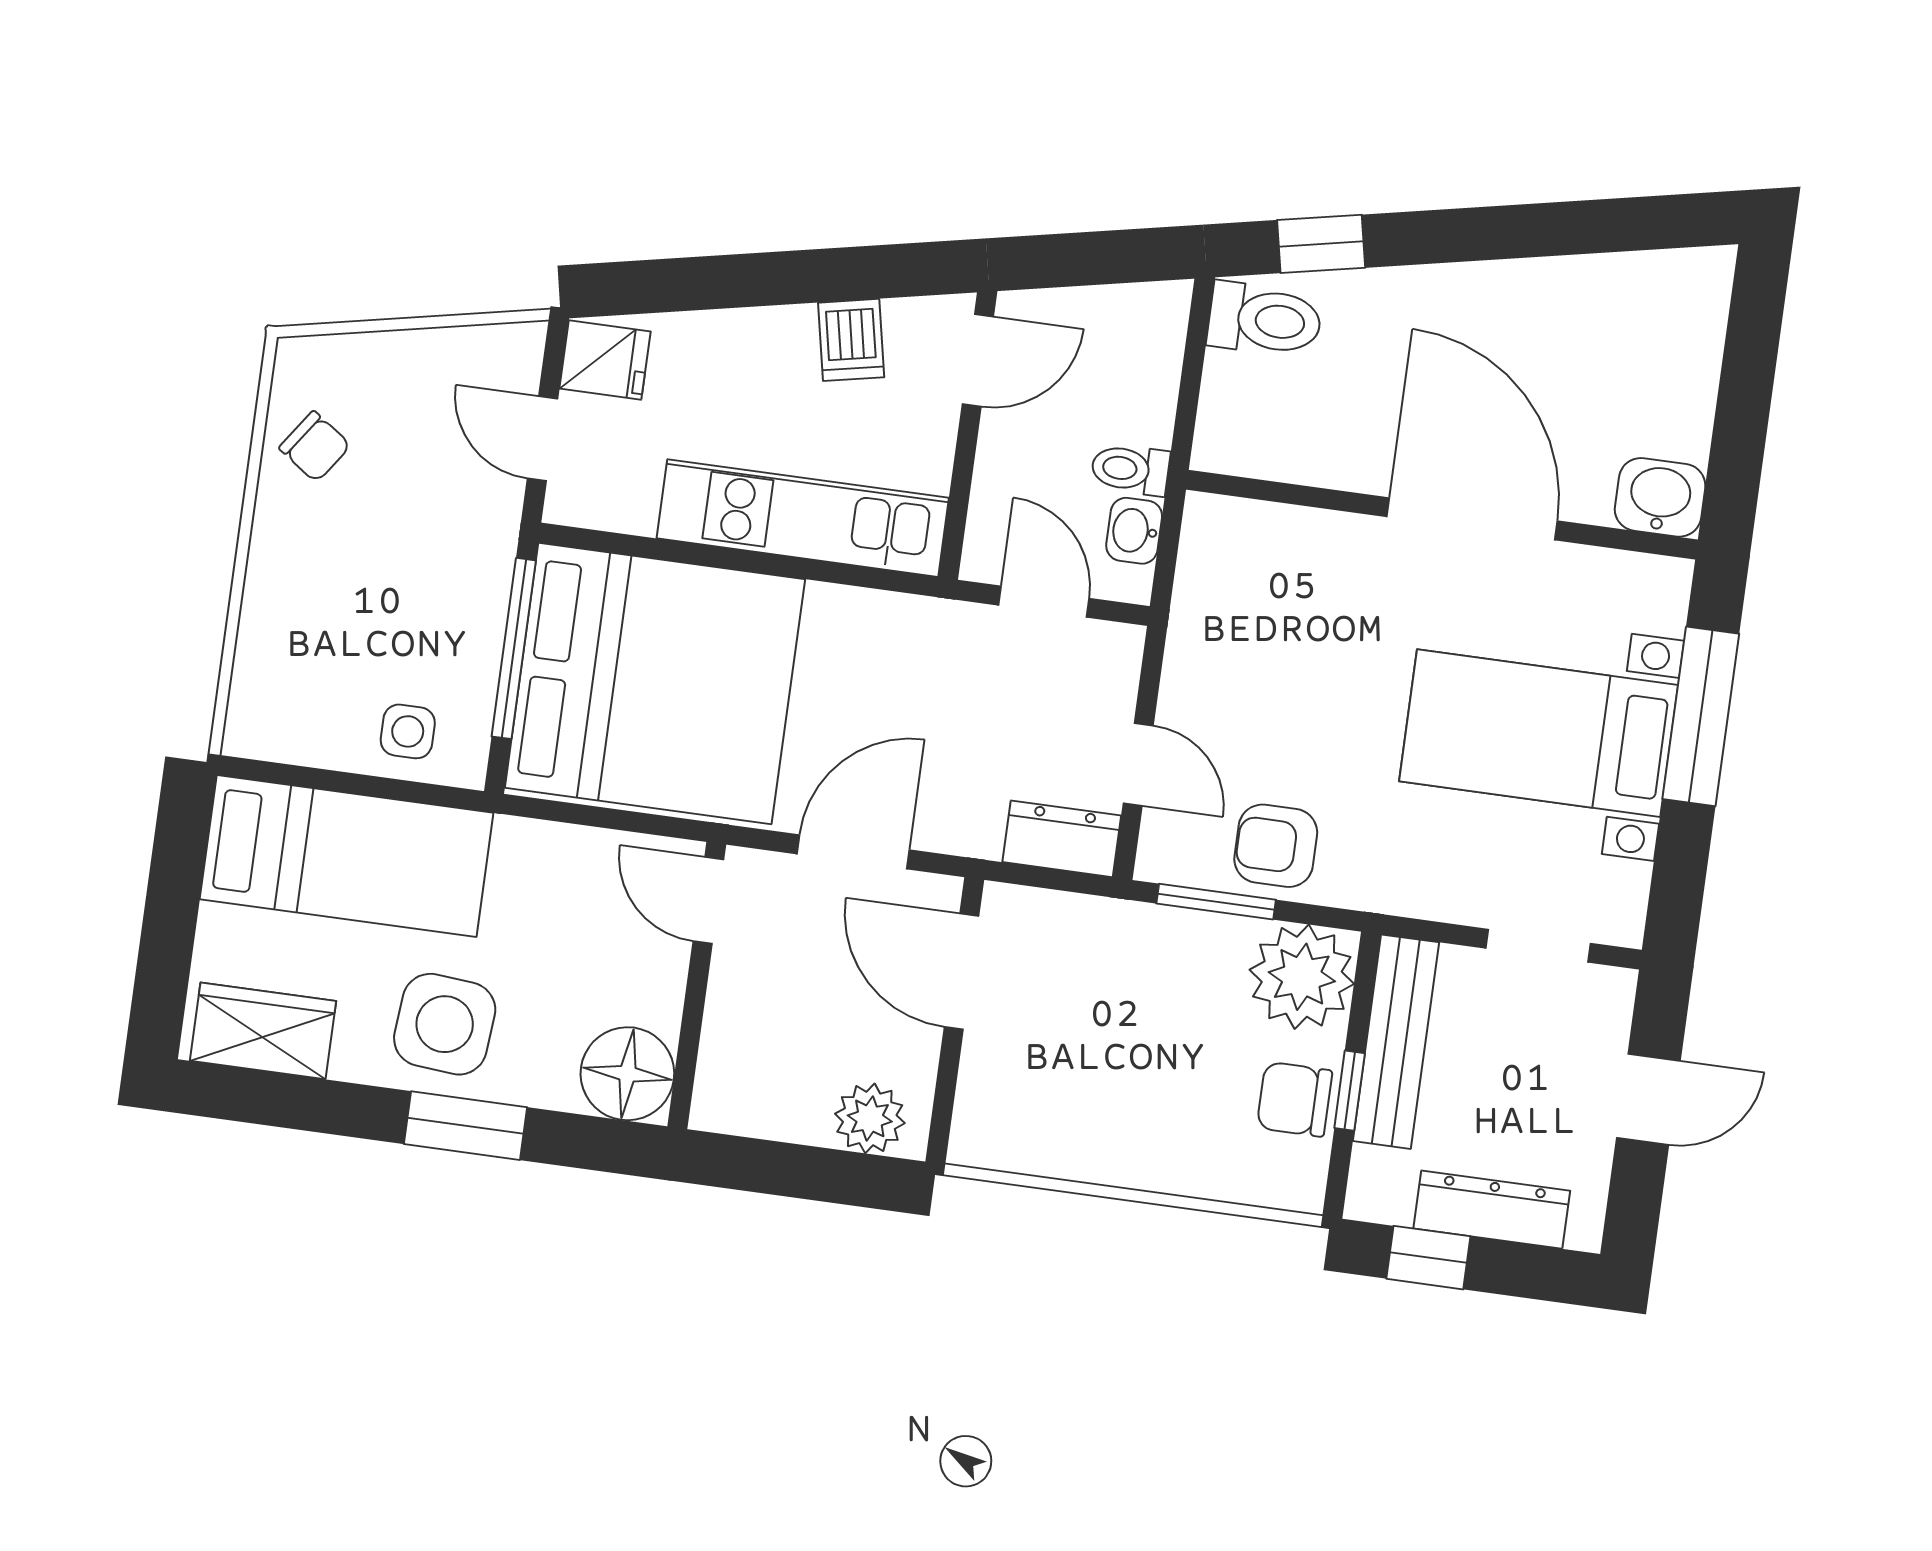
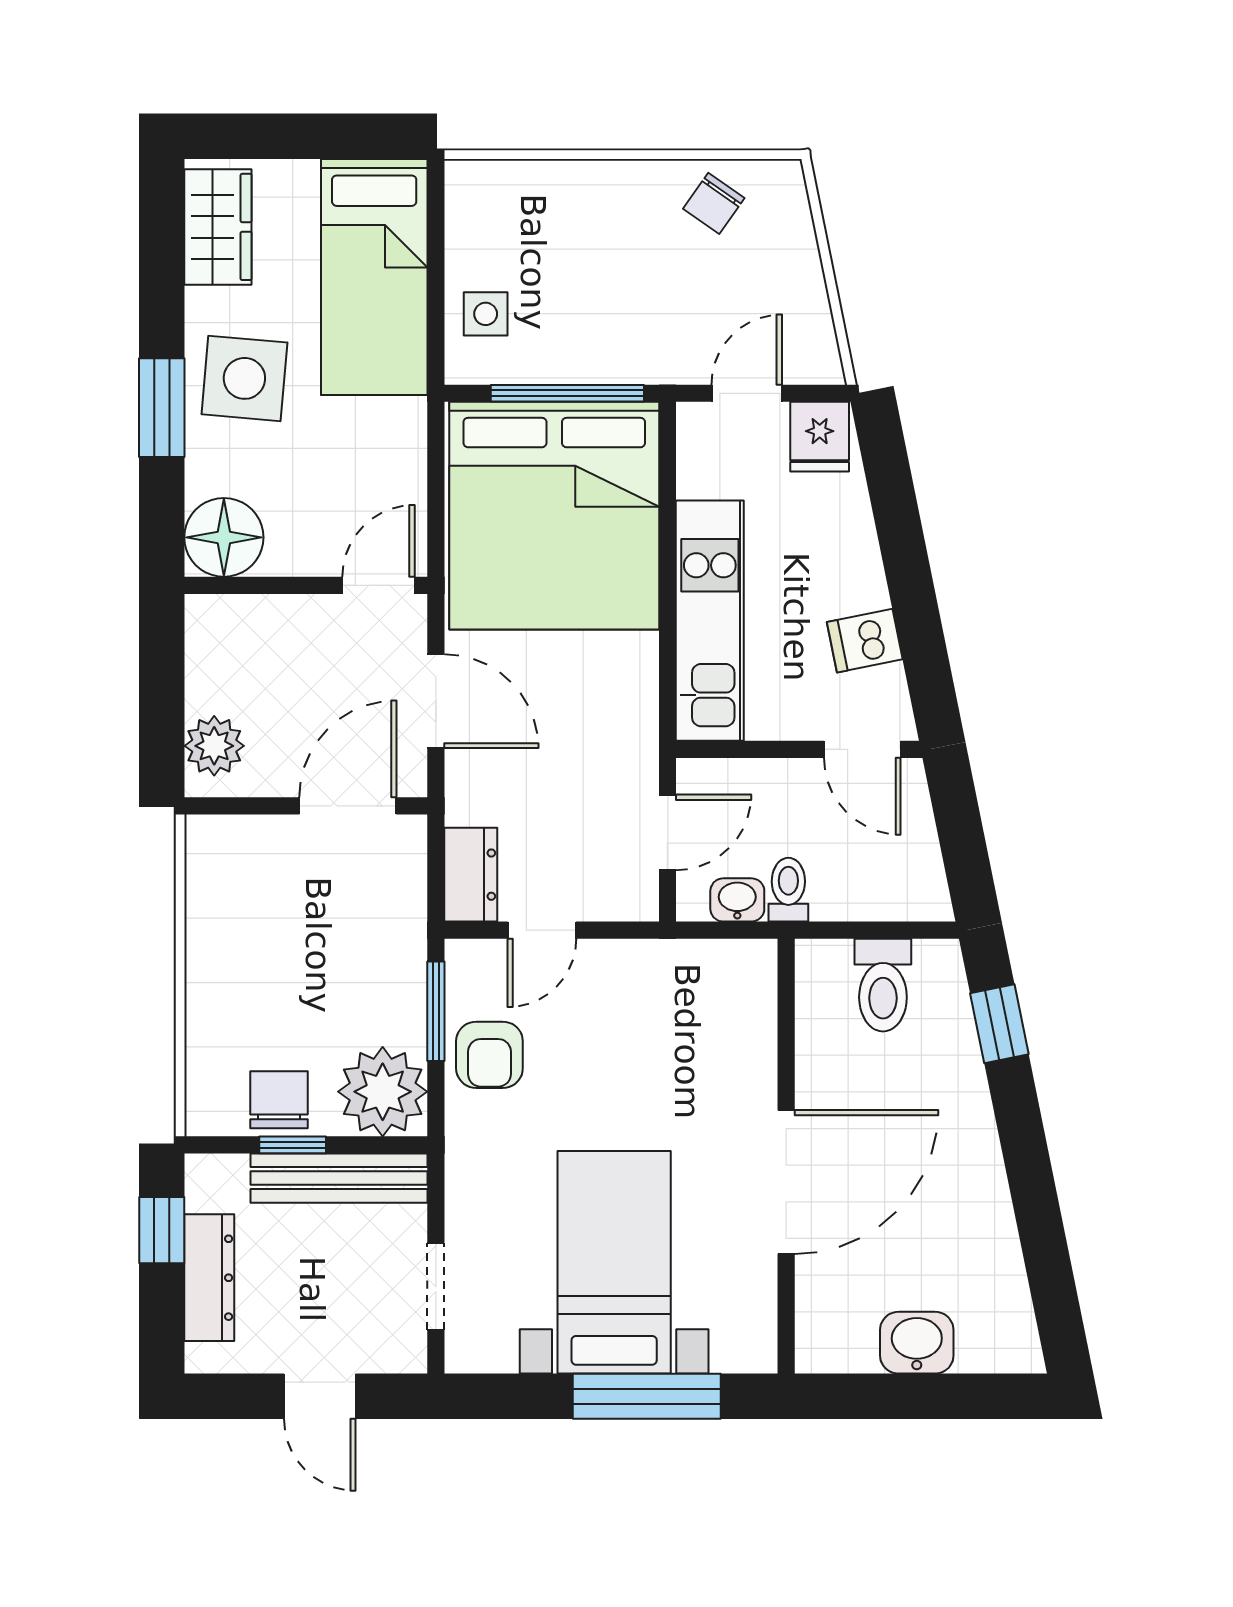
toilet: (1265, 320) -> (883, 985), moved
washbasin: (1660, 497) -> (917, 1343), moved, turned -90
armchair: (1276, 846) -> (489, 1055), turned 180

